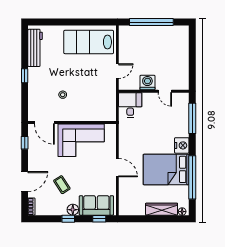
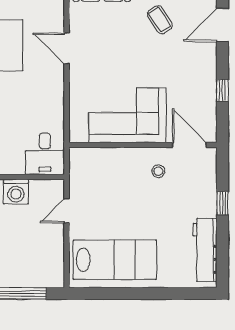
door: (44, 123) -> (189, 145), moved
wall: (72, 123) -> (143, 145), moved
corner sofa: (81, 140) -> (127, 115), moved

